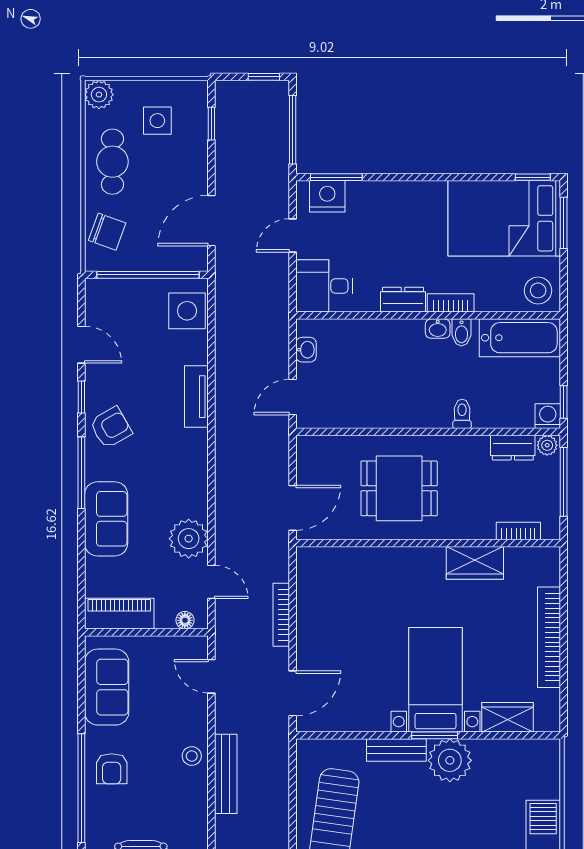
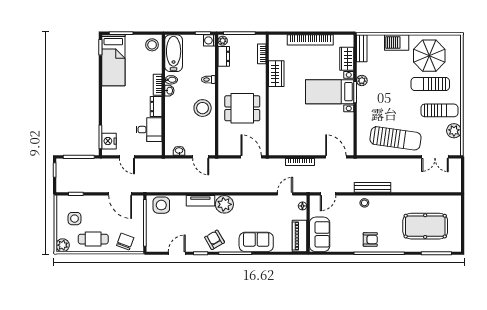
bed: (504, 218) -> (113, 60), width x0.67
desk: (324, 286) -> (149, 130), moved, turned -90
stool: (400, 401) -> (203, 108), added
dining table: (399, 488) -> (242, 108), turned 90
plant: (189, 539) -> (224, 204), moved
sofa: (107, 687) -> (320, 234), moved, turned 90
bench: (396, 750) -> (362, 48), moved
plant: (450, 760) -> (362, 80), width x0.53, depth x0.53

